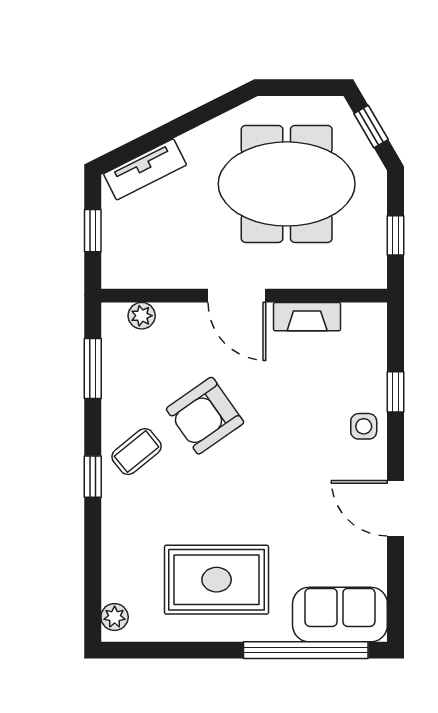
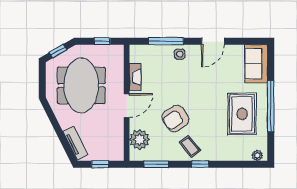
plant: (142, 316) -> (140, 140), width x1.88, depth x1.88
window: (396, 392) -> (166, 41), width x2.17
armchair: (205, 416) -> (175, 119), turned 92
window: (306, 650) -> (271, 106), moved

